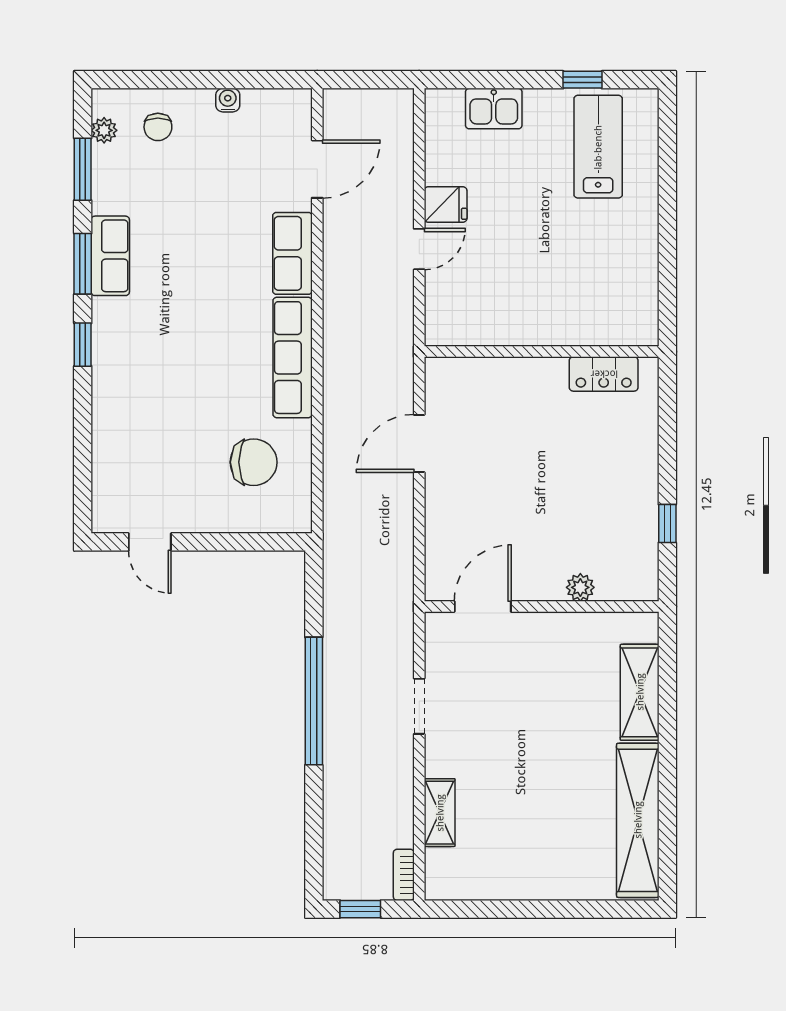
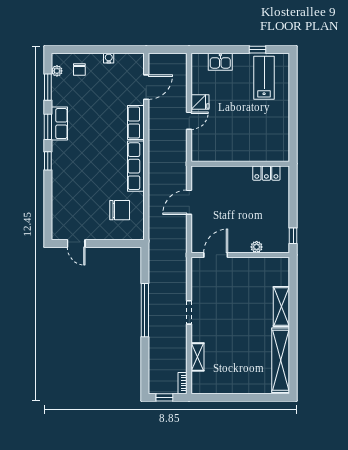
plant: (580, 587) -> (257, 247), moved
door: (483, 607) -> (216, 255), moved
wall: (542, 607) -> (240, 255), moved

